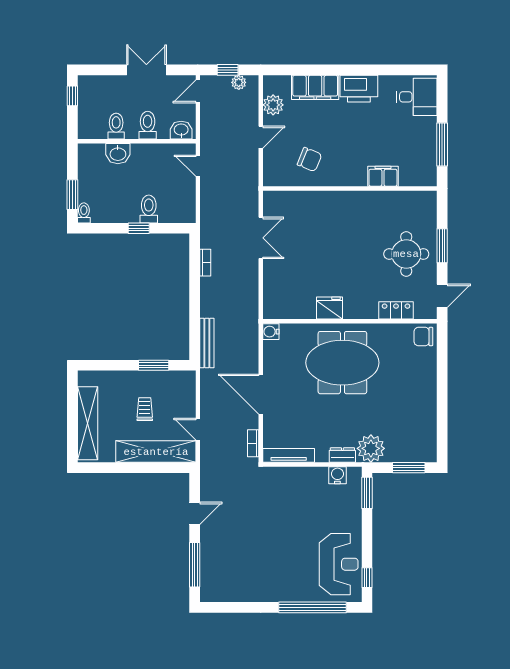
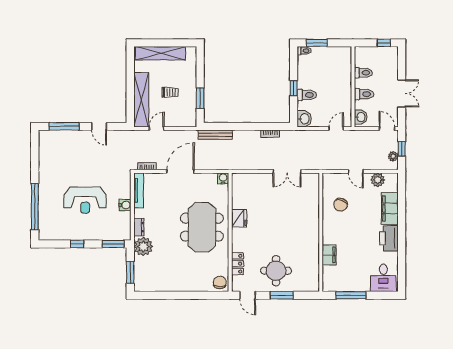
washbasin: (118, 154) -> (304, 119), moved, turned 180
water cooler: (337, 475) -> (125, 205), moved
reception desk: (339, 564) -> (85, 200), moved
window: (367, 578) -> (77, 244), moved

